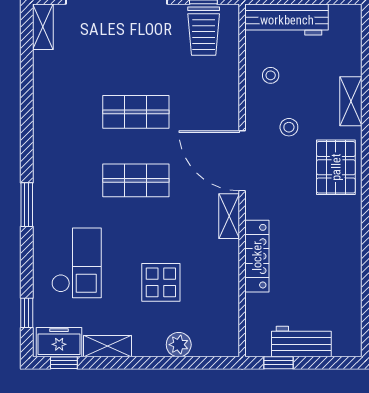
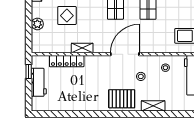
shelving: (229, 216) -> (82, 48), moved
locker: (257, 256) -> (67, 61), moved

